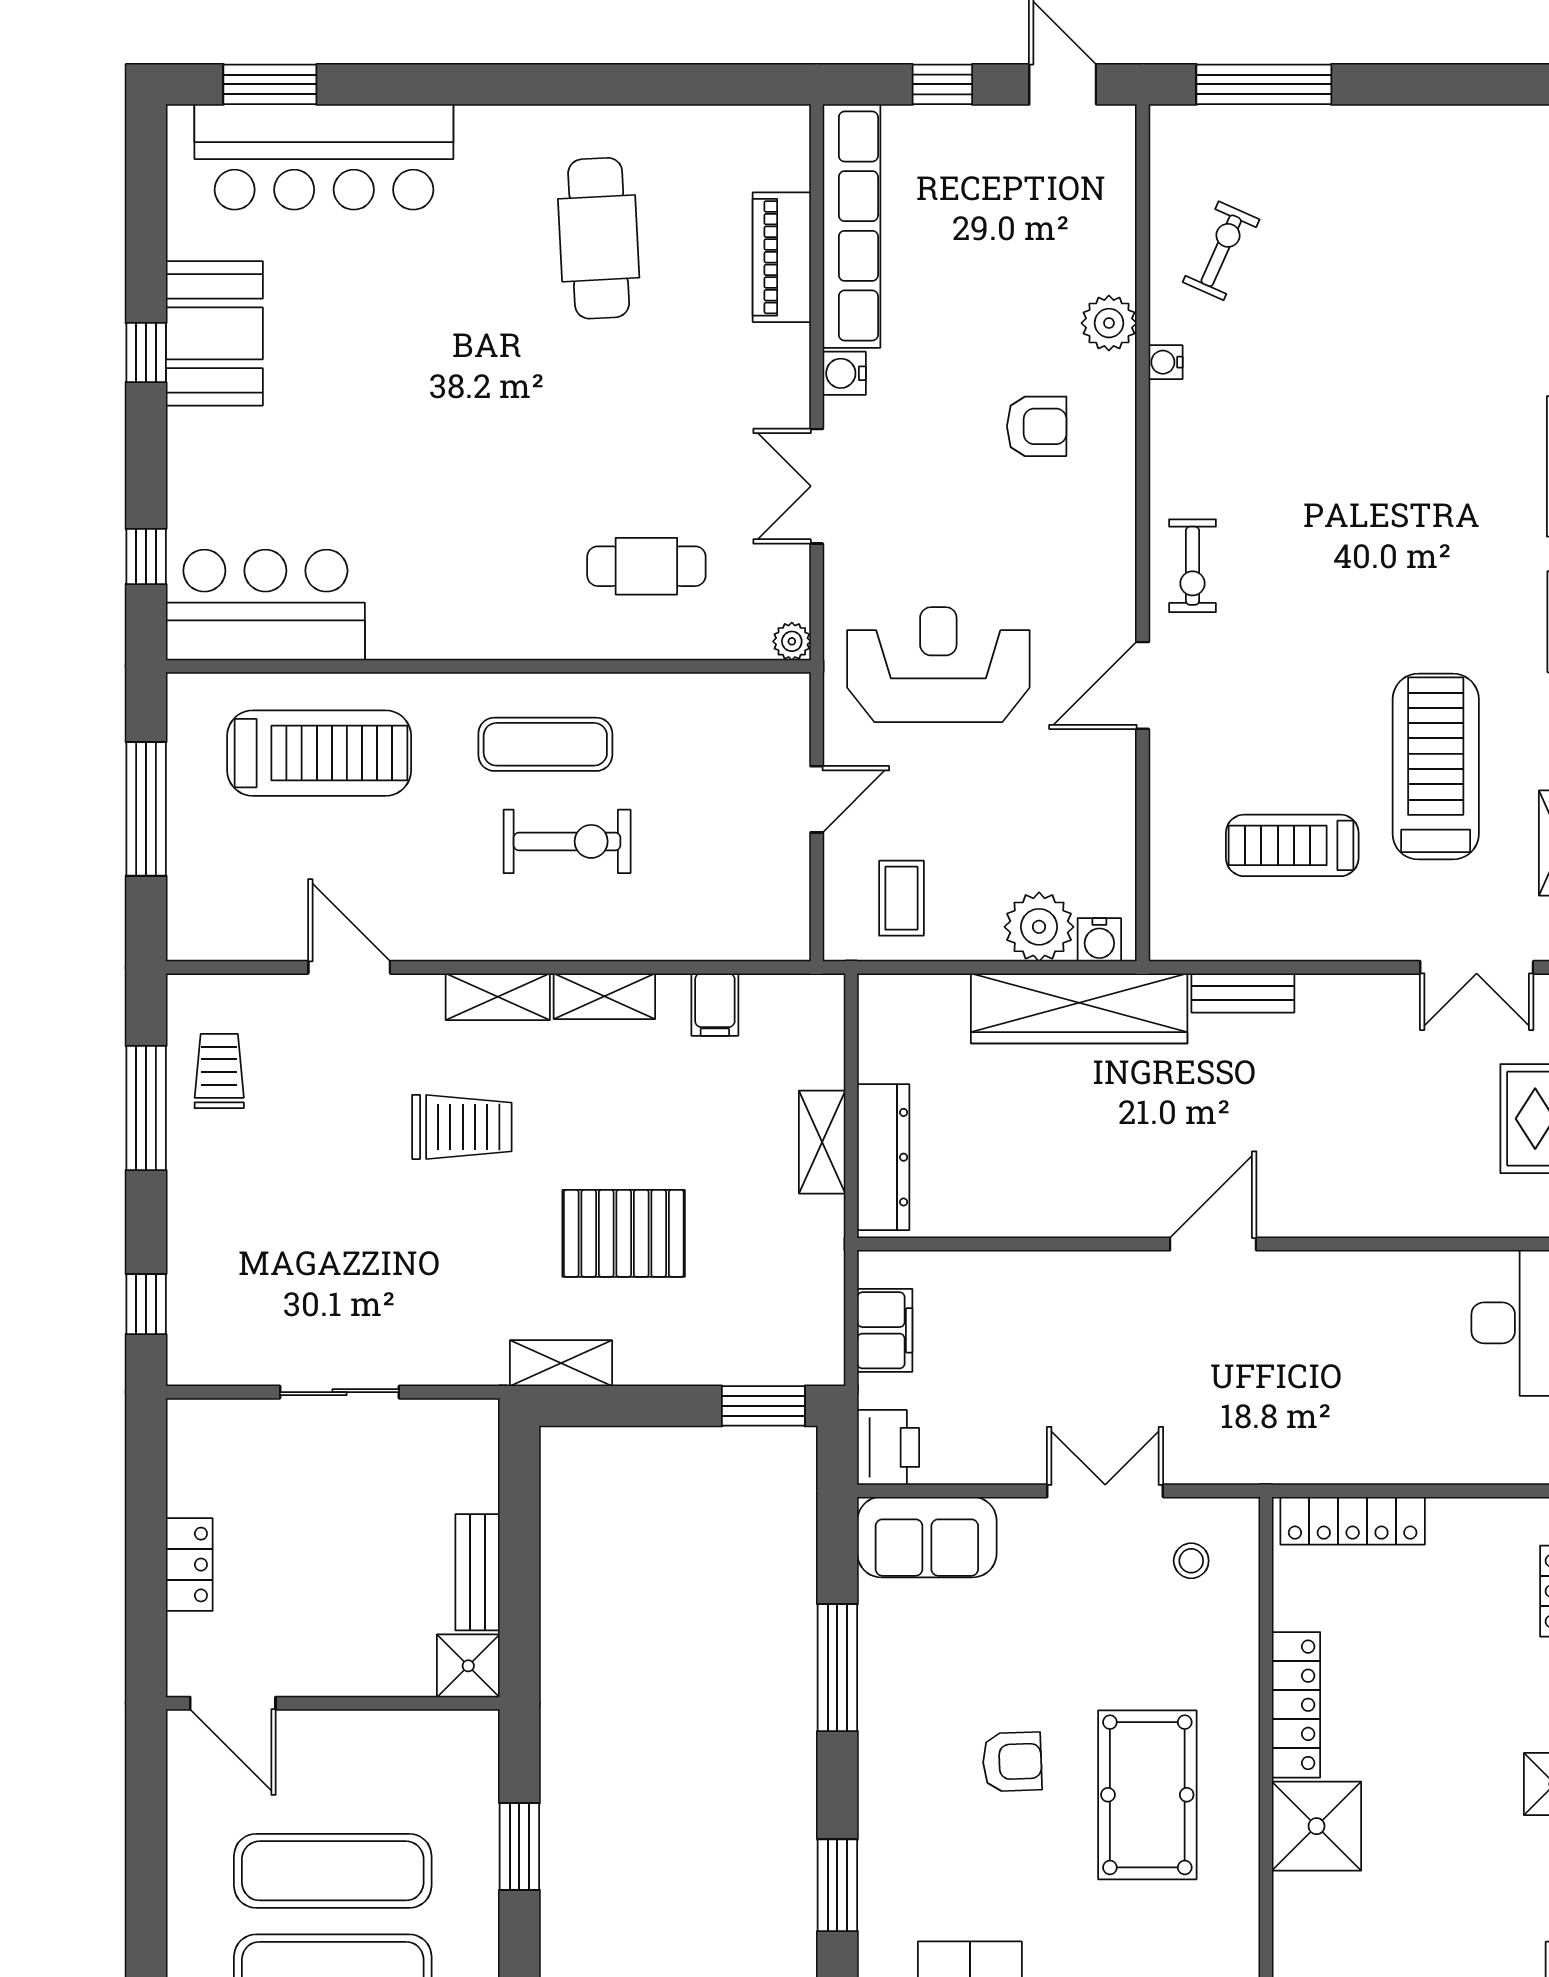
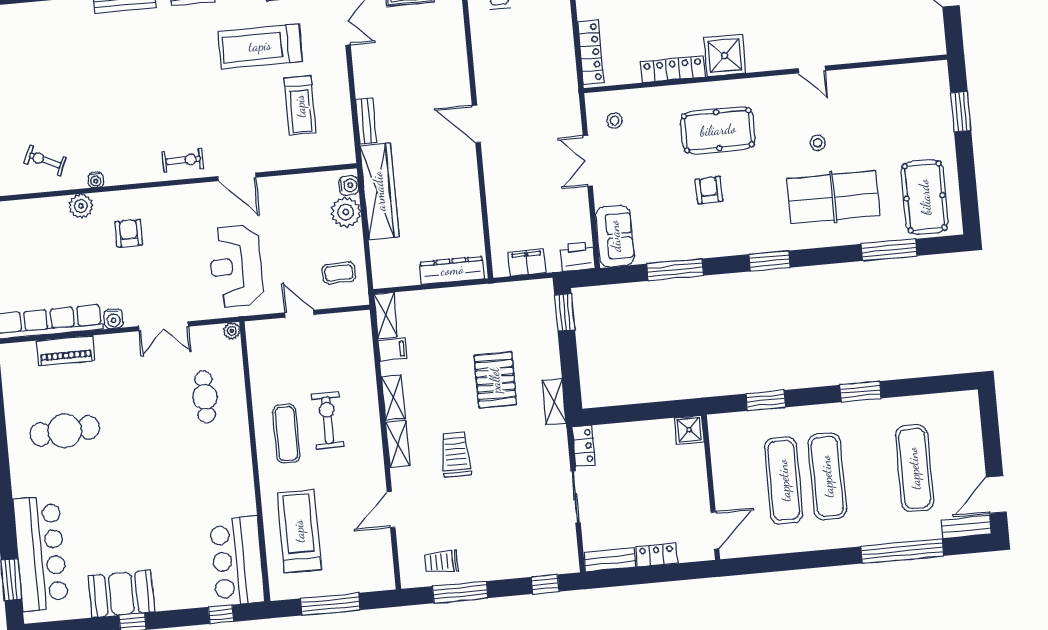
shelving: (822, 1142) -> (386, 316), moved, turned 90
locker: (454, 1421) -> (584, 446), added
bench: (477, 1572) -> (610, 560), moved

